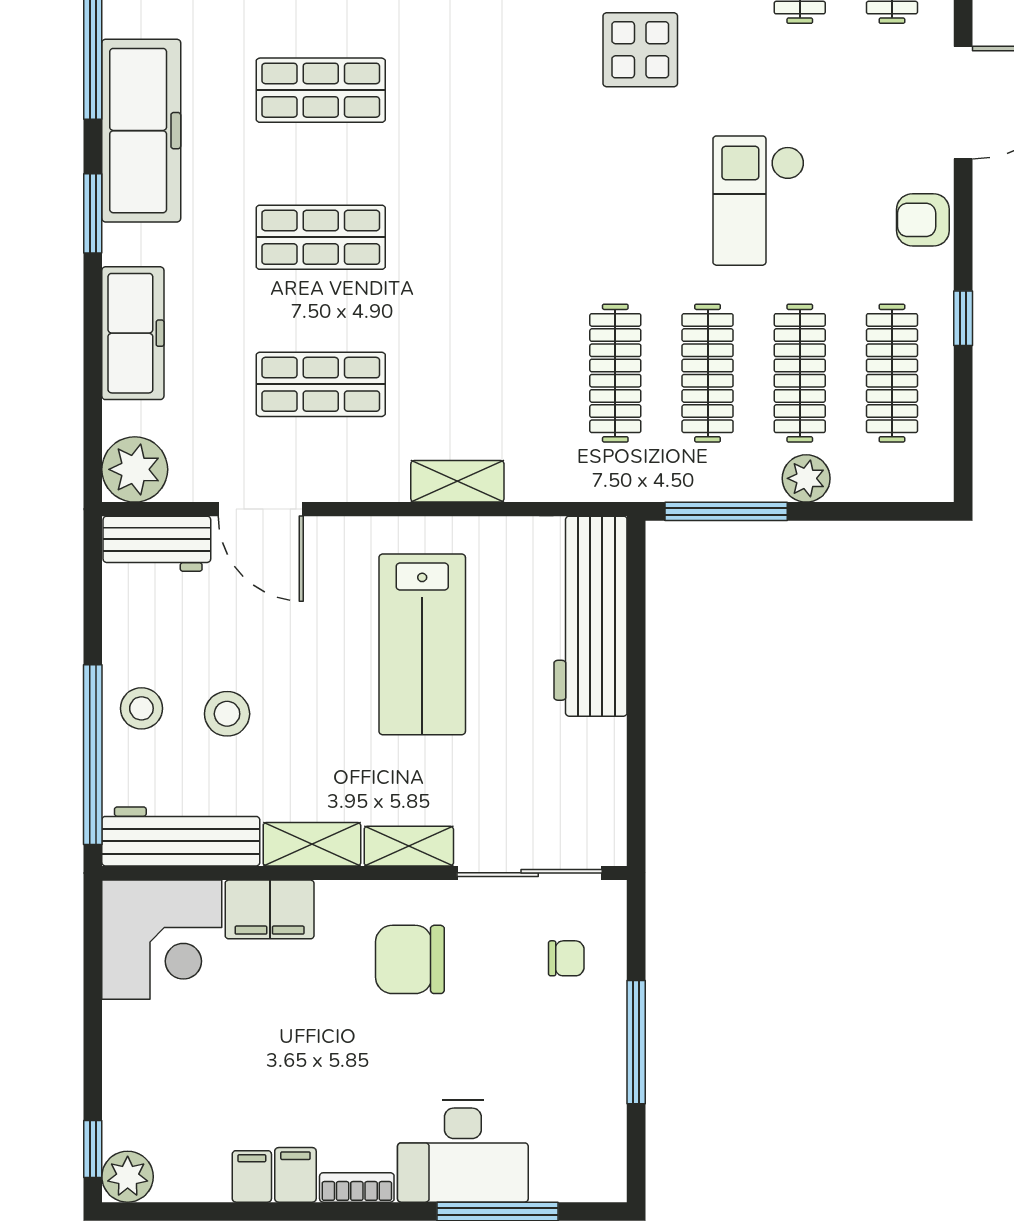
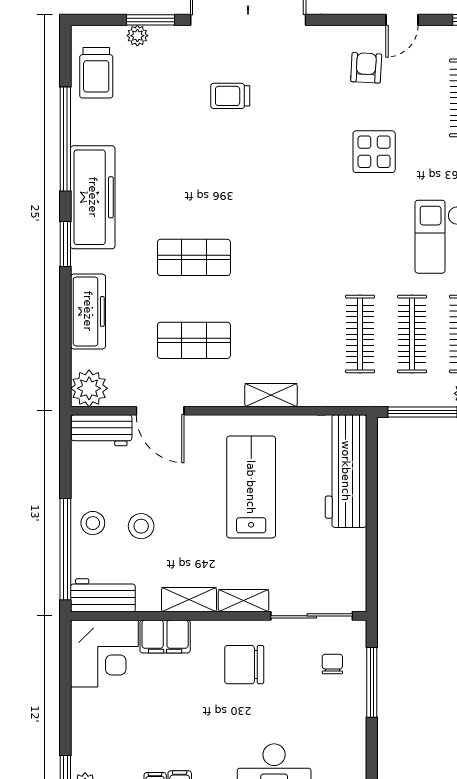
shop shelf: (321, 90) -> (194, 174), removed
lab bench: (422, 644) -> (251, 487), turned 180
workbench: (181, 836) -> (103, 595), width x0.73
chair: (566, 958) -> (332, 664), turned -90
window: (636, 1042) -> (372, 682), moved

